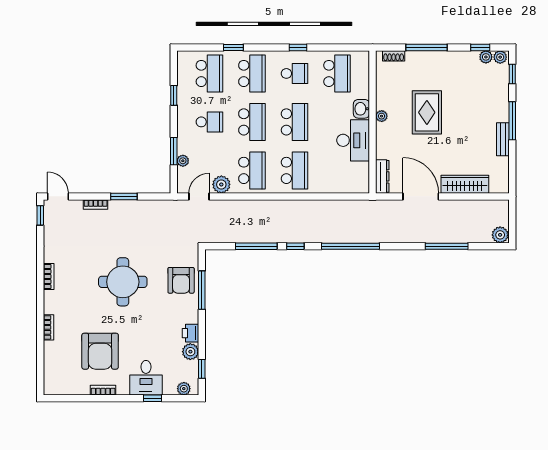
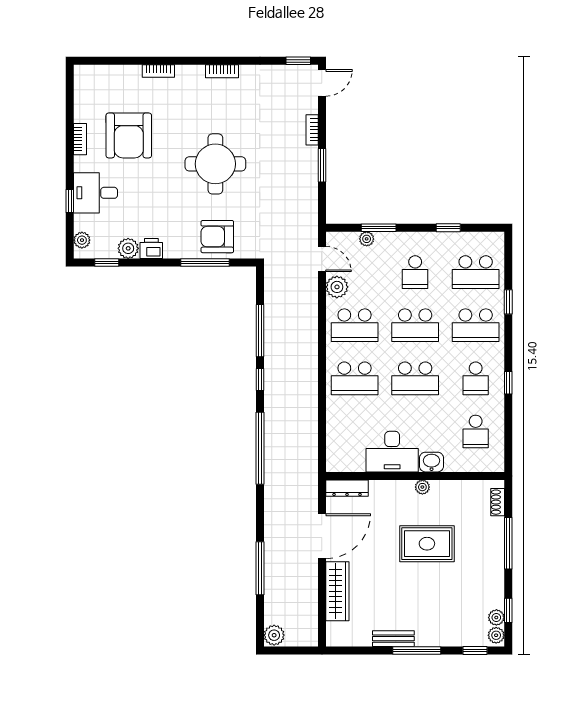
school desk: (337, 73) -> (476, 432), width x0.54
armchair: (100, 351) -> (129, 135), turned -90

